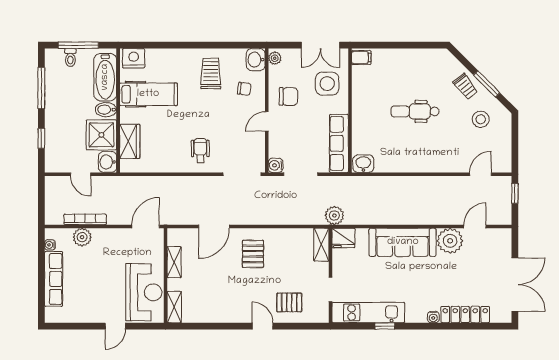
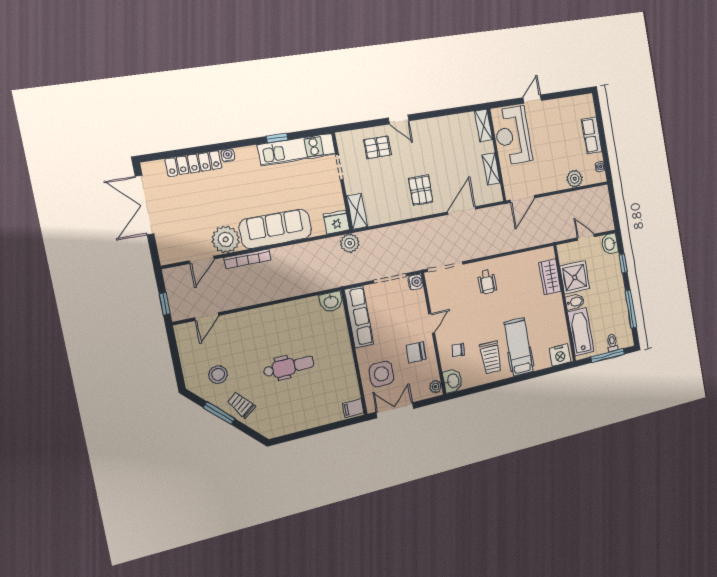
hospital bed: (148, 94) -> (519, 347), moved, turned 90
washbasin: (108, 162) -> (610, 244), moved, turned 180
bookcase: (85, 219) -> (247, 259), moved
row of seats: (54, 279) -> (592, 135), width x0.68

